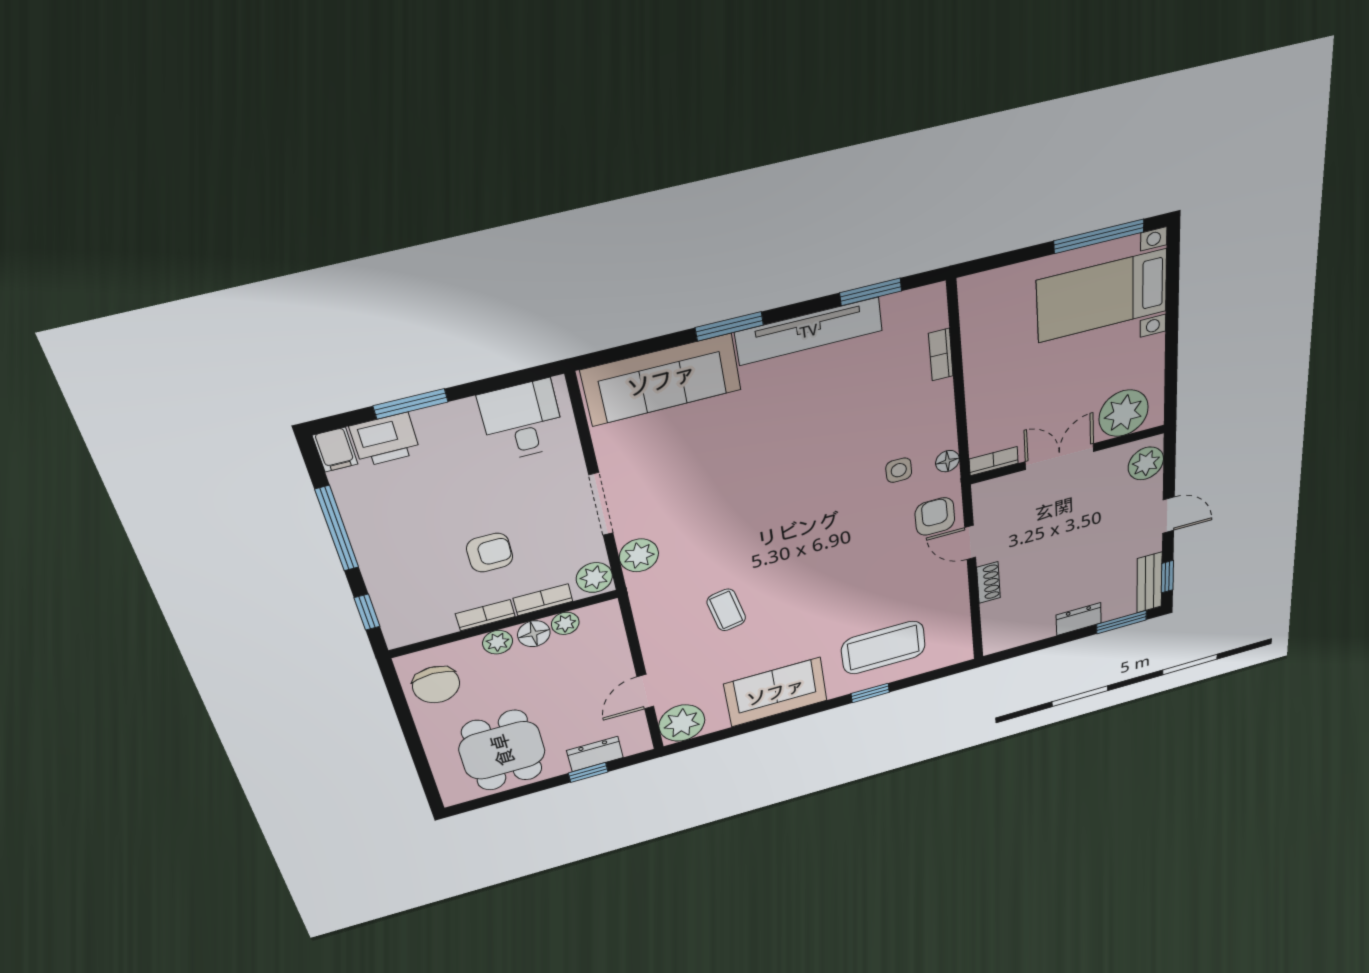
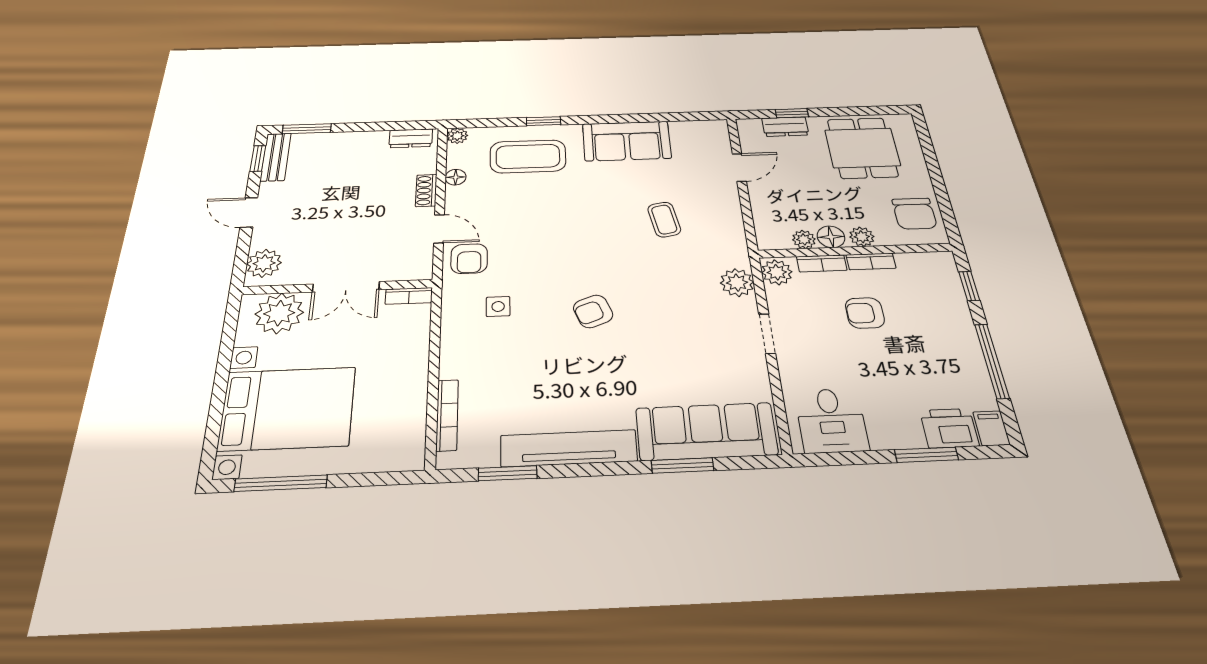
bed with nightstands: (1102, 296) -> (287, 409), width x1.36
window: (729, 326) -> (683, 466), moved
bookcase: (941, 355) -> (447, 415), width x1.56
floor lamp: (947, 461) -> (456, 177), moved
armchair: (796, 487) -> (593, 311), added
doorway: (601, 504) -> (767, 334), width x0.73
dresser: (1079, 619) -> (411, 138), moved
chair: (436, 685) -> (914, 214), turned 180
plant: (682, 723) -> (457, 136), moved, width x0.53, depth x0.53

